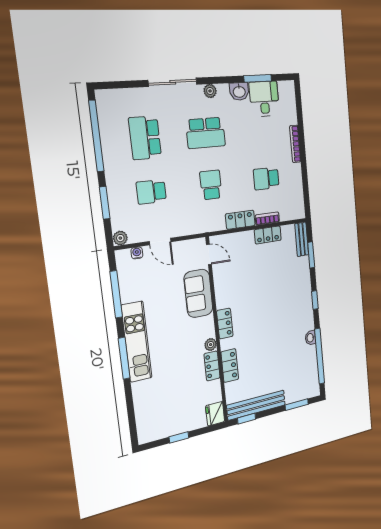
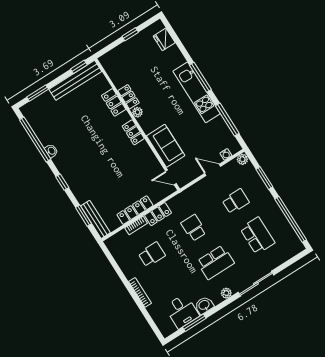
school desk: (206, 133) -> (215, 262), turned 180
school desk: (211, 185) -> (194, 228), turned 180
locker: (268, 235) -> (135, 210), width x1.53
bench: (302, 239) -> (95, 219), width x1.36
fridge: (215, 414) -> (164, 39), moved, turned 180

